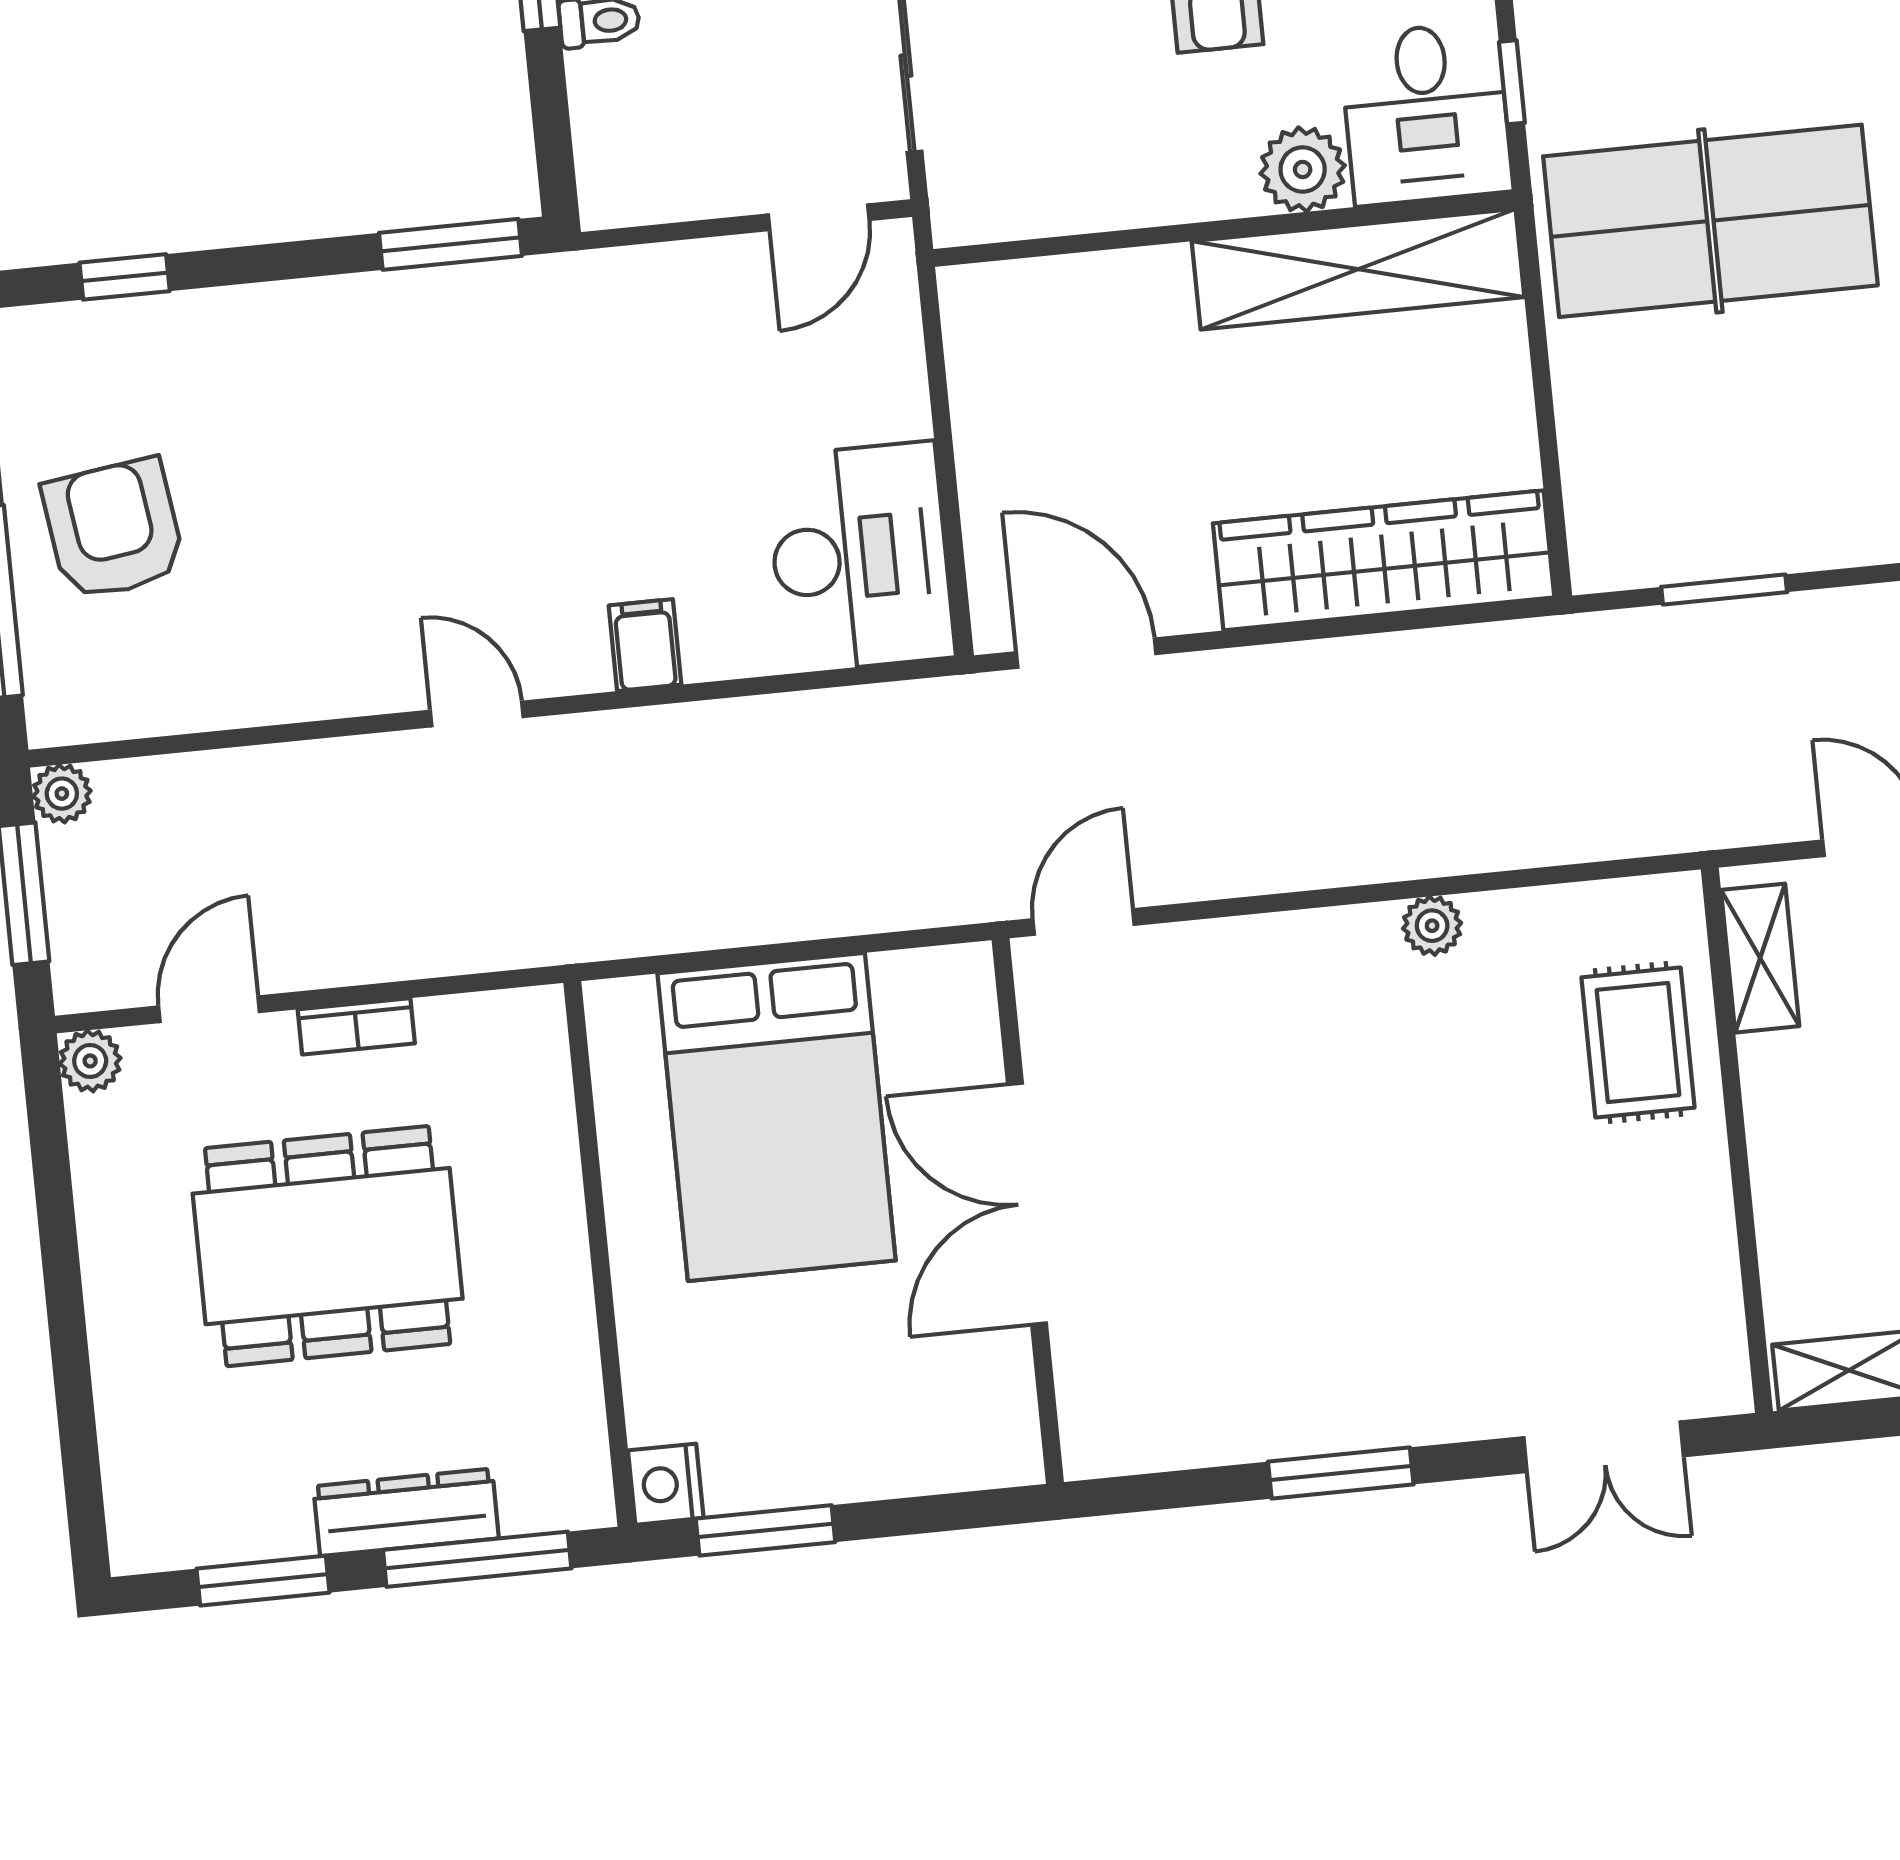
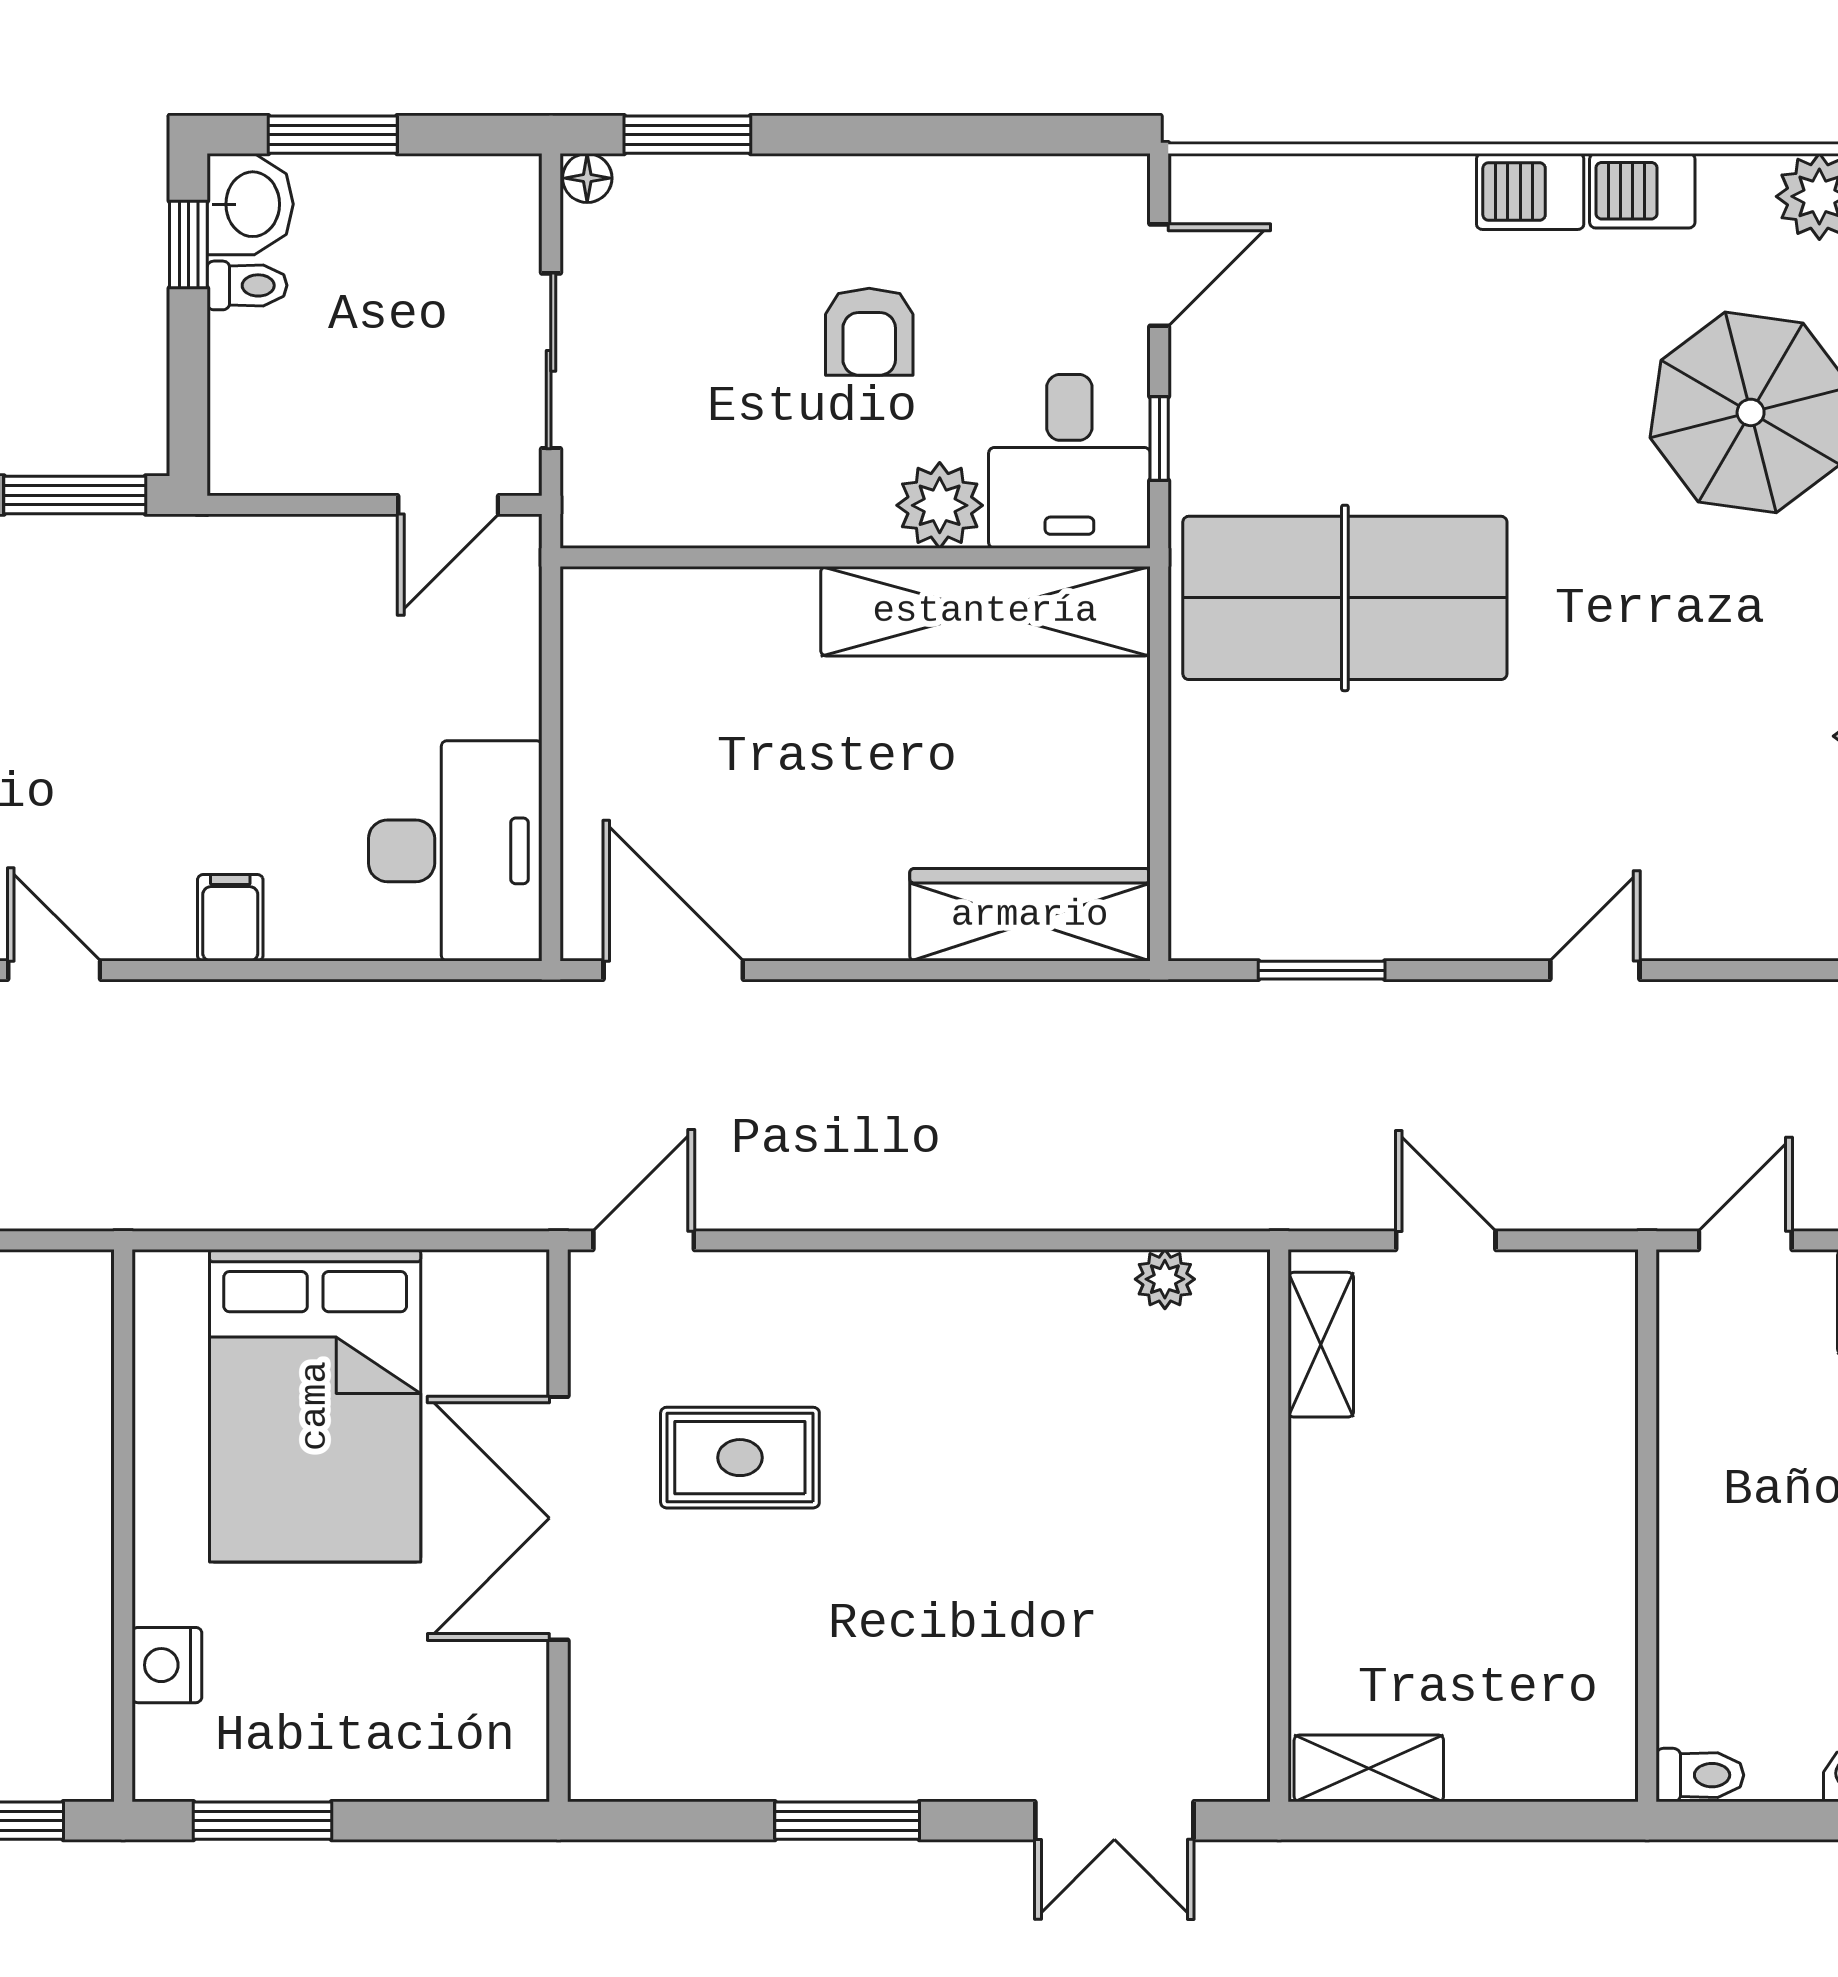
wardrobe: (1384, 560) -> (1030, 915), width x0.71, depth x0.85
plant: (1432, 926) -> (1165, 1279), moved
rug: (1638, 1042) -> (740, 1458), moved, turned 90
nightstand: (666, 1484) -> (167, 1665), moved

